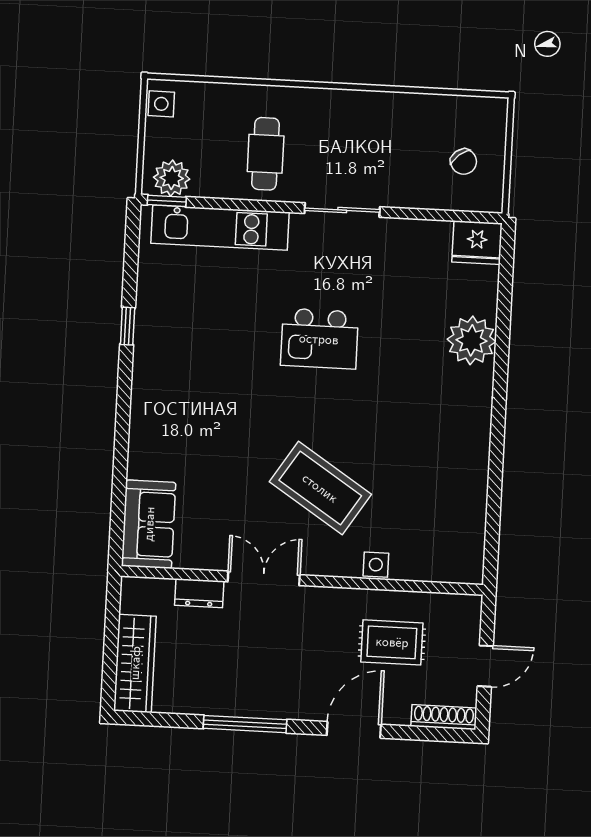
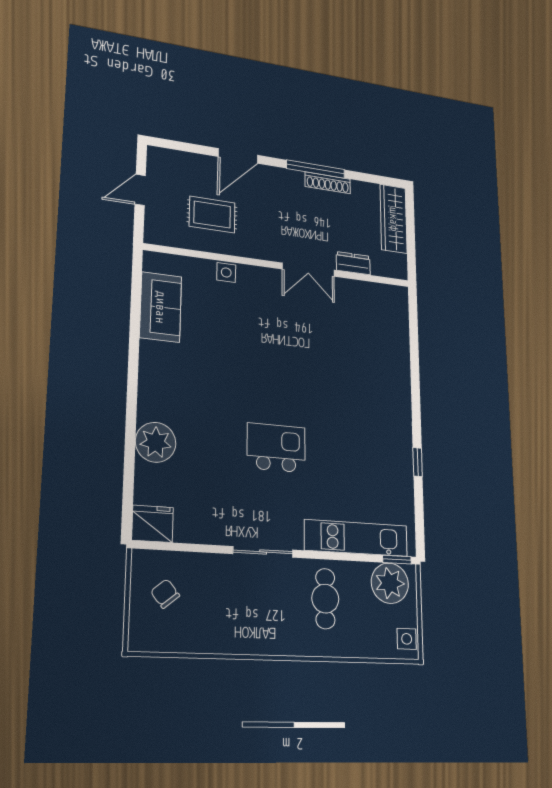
plant: (172, 178) -> (390, 583), width x1.36, depth x1.36
coffee table: (320, 488) -> (270, 333), removed
sofa: (149, 524) -> (161, 307), moved, turned 180
shoe rack: (444, 717) -> (328, 183), moved

